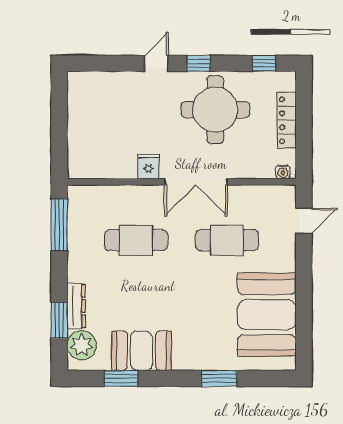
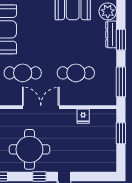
window: (59, 137) -> (121, 133), added
fridge: (149, 166) -> (83, 116), moved
window: (59, 320) -> (121, 40), moved

